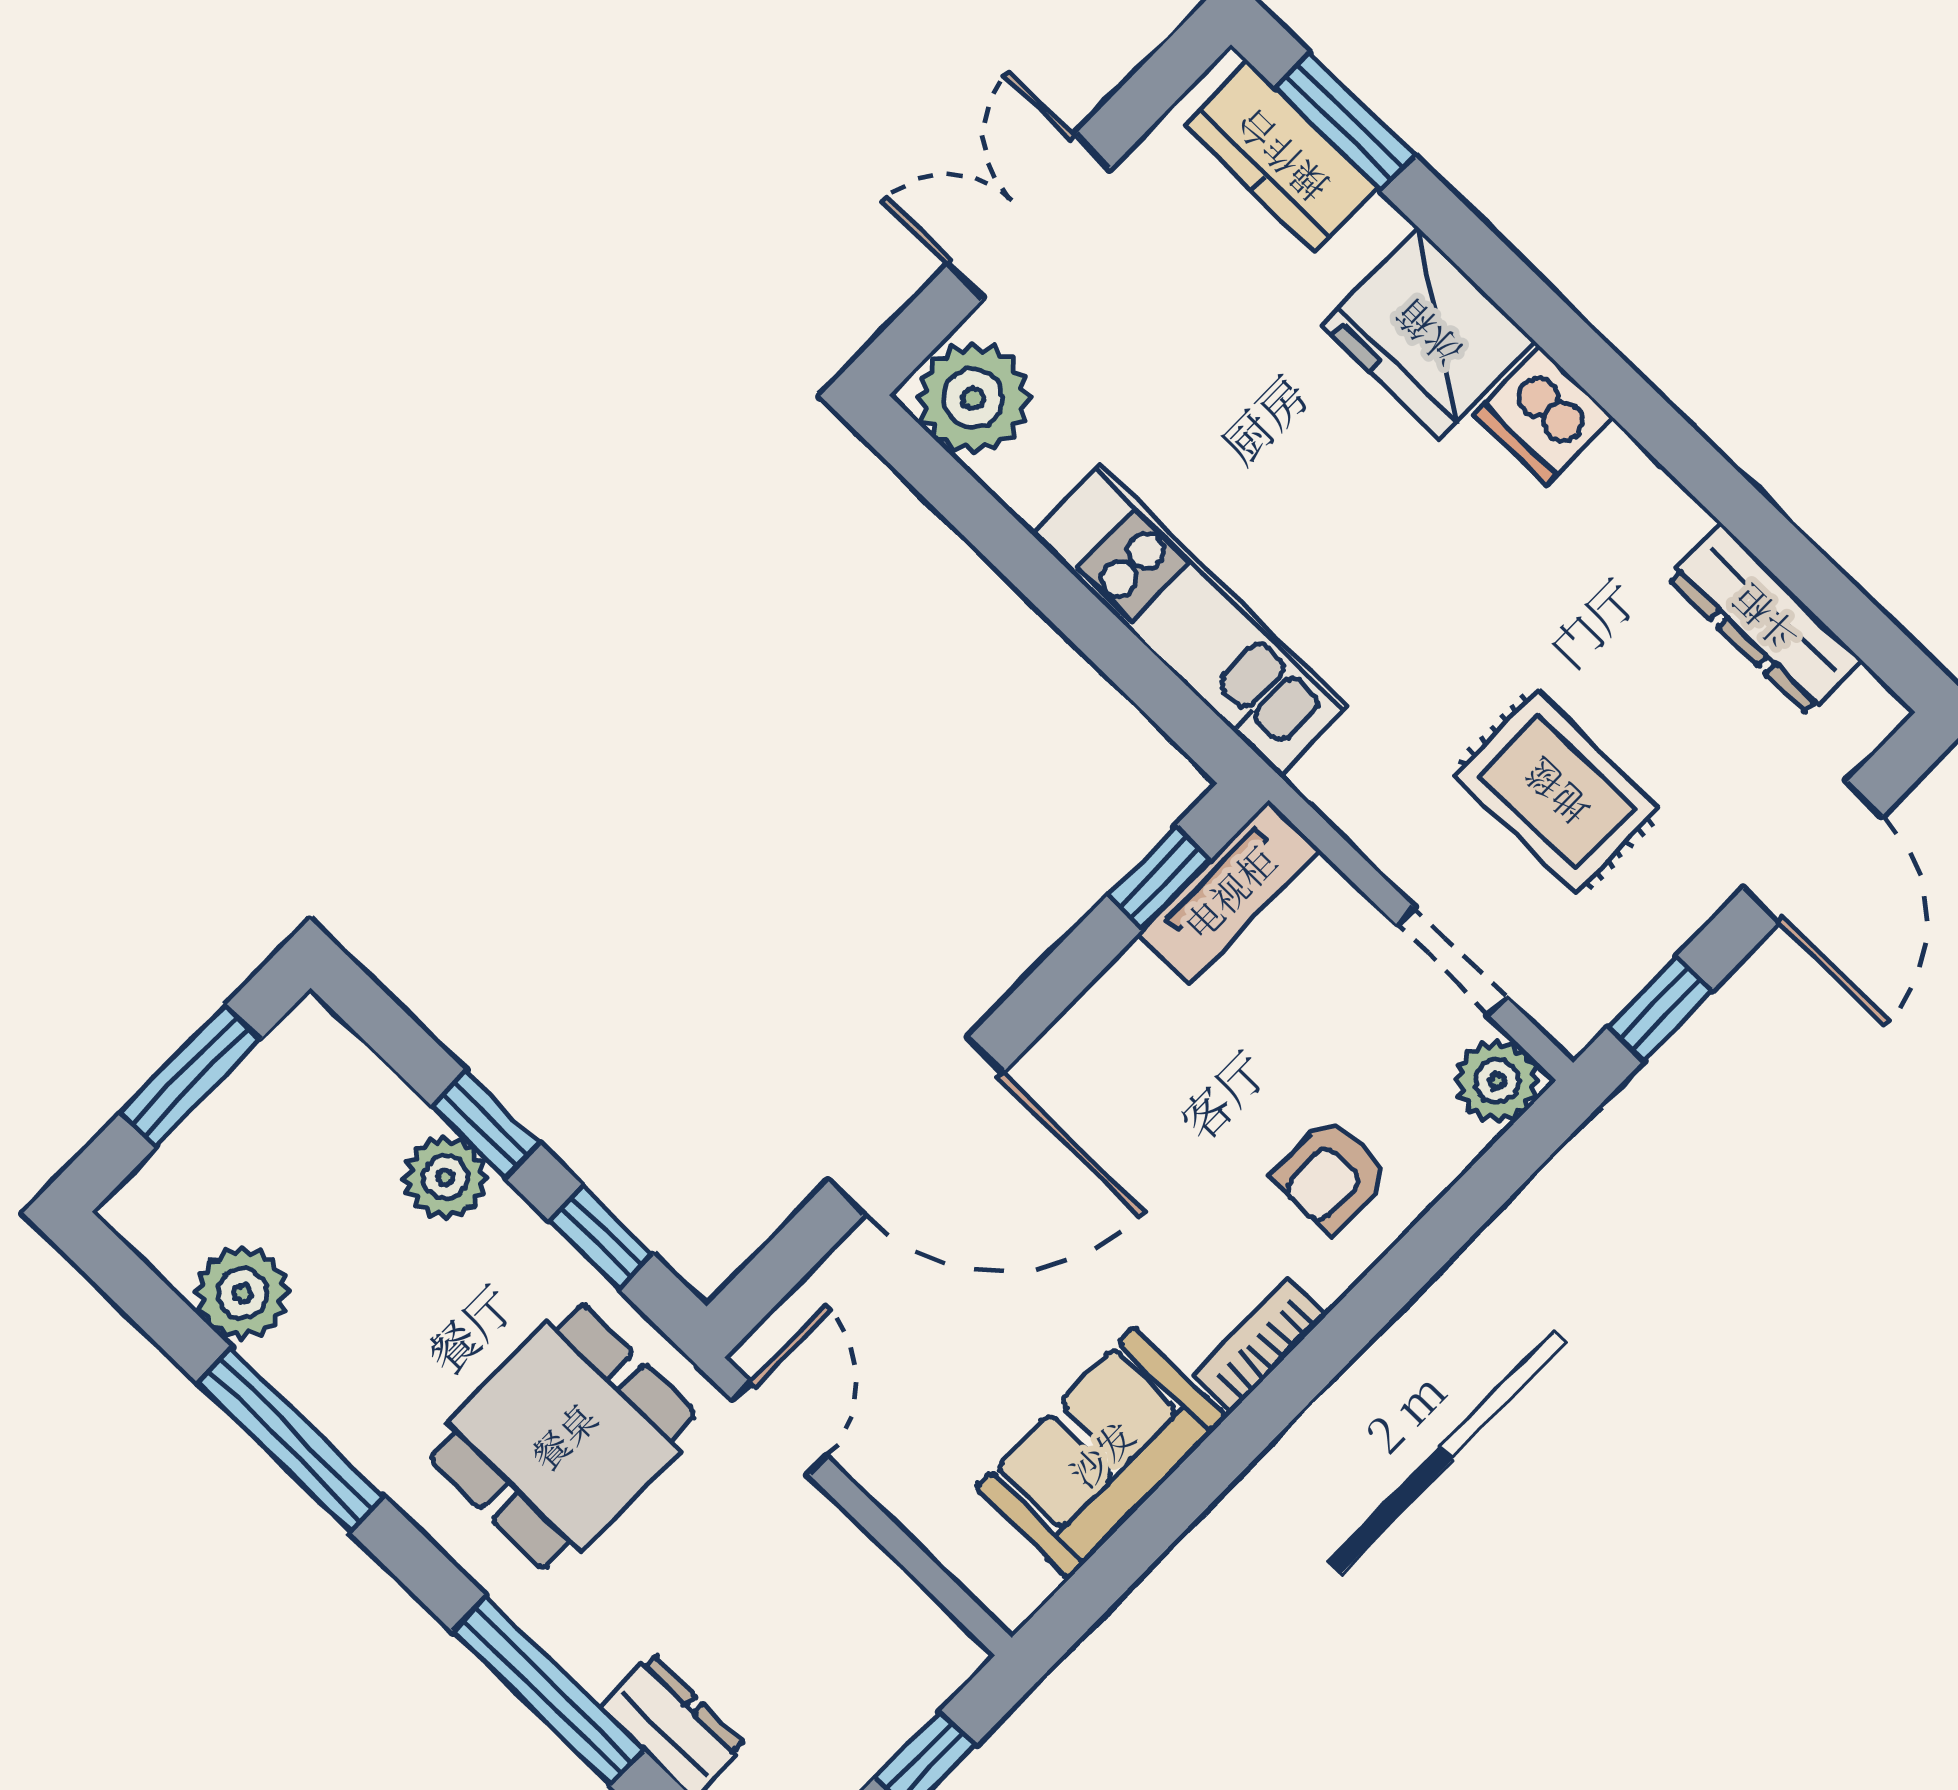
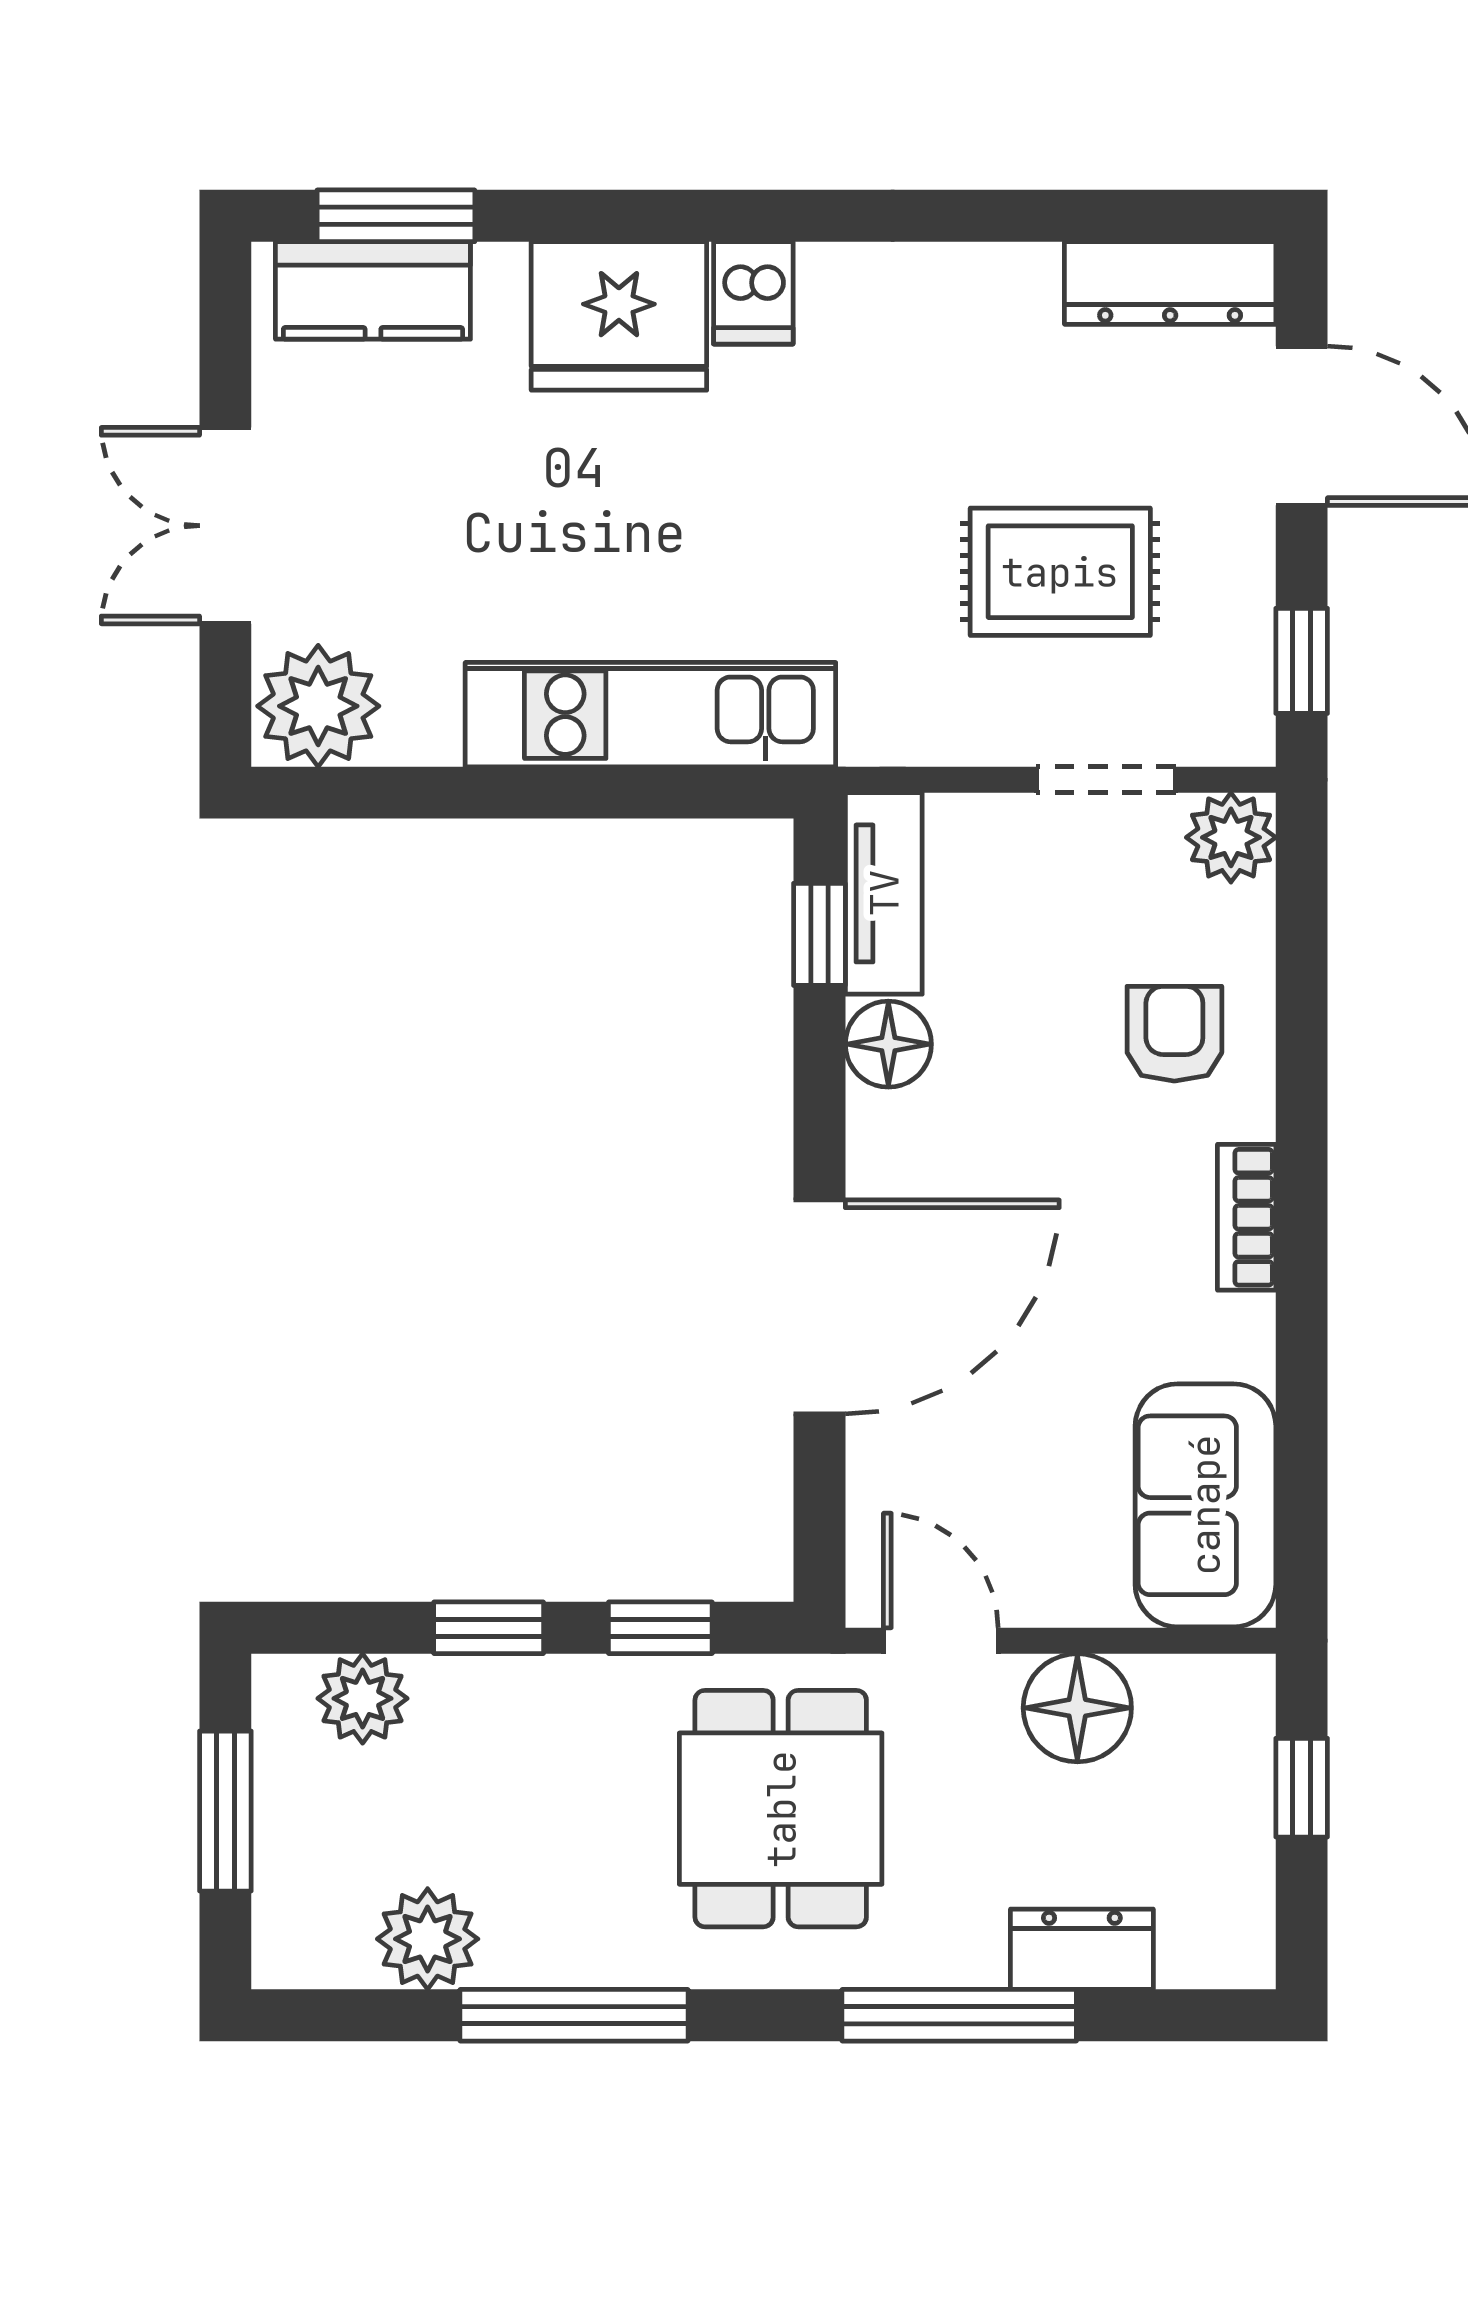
dishwasher: (1543, 416) -> (753, 293), width x0.73
dresser: (1765, 619) -> (1170, 283), moved
floor lamp: (1134, 996) -> (888, 1044), added
armchair: (1331, 1175) -> (1174, 1034), turned 180
plant: (445, 1177) -> (363, 1698), moved
sofa: (1101, 1453) -> (1205, 1505), moved
floor lamp: (827, 1562) -> (1077, 1708), added

